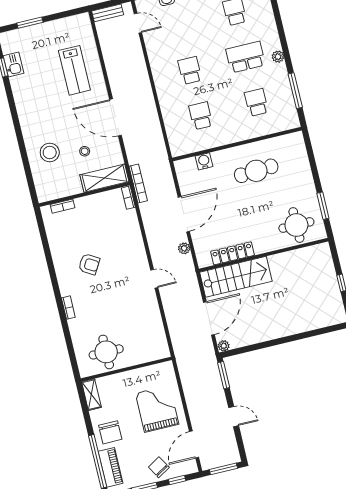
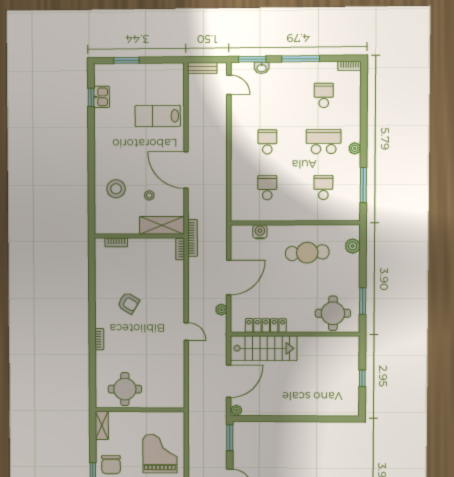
lab bench: (74, 70) -> (158, 116), turned 90
plant: (299, 154) -> (353, 246), added

